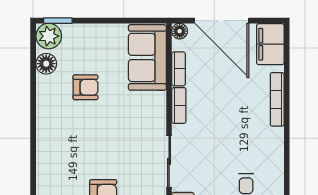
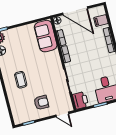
filing cabinet: (270, 44) -> (101, 21), width x0.50
armchair: (85, 87) -> (21, 57), removed
coffee table: (72, 135) -> (21, 80), added

